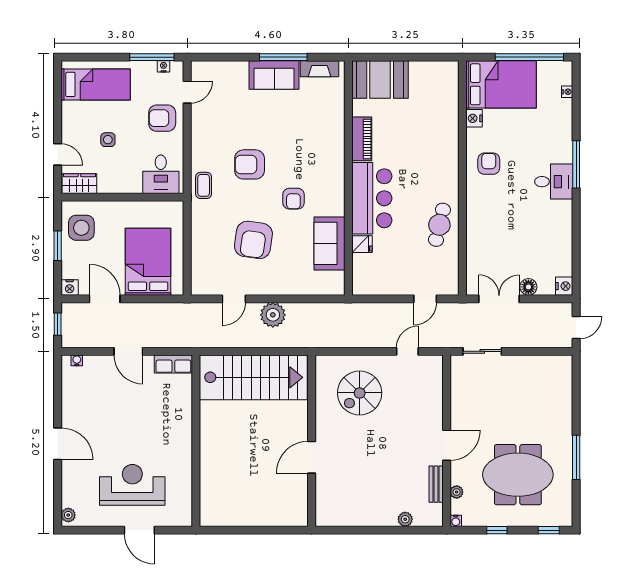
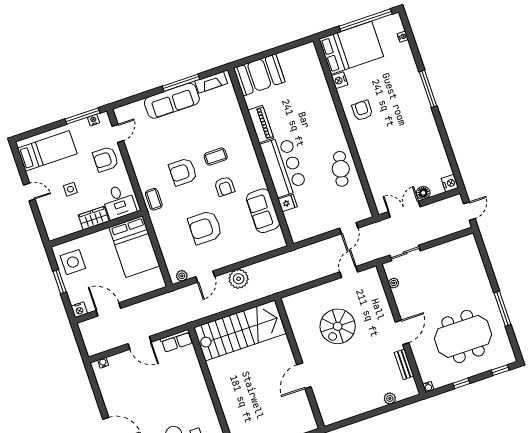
sofa: (274, 75) -> (172, 101), width x1.36
door: (58, 154) -> (29, 192), moved
coffee table: (295, 159) -> (216, 157), added
desk: (554, 182) -> (415, 107), removed
wardrobe: (79, 184) -> (94, 218), moved
armchair: (253, 240) -> (205, 227), turned 82
bed: (148, 262) -> (134, 247), moved, turned 180
plant: (206, 288) -> (182, 276), added
window: (58, 324) -> (79, 340), removed
spiral stairs: (360, 393) -> (338, 326), moved
plant: (457, 492) -> (394, 283), moved

